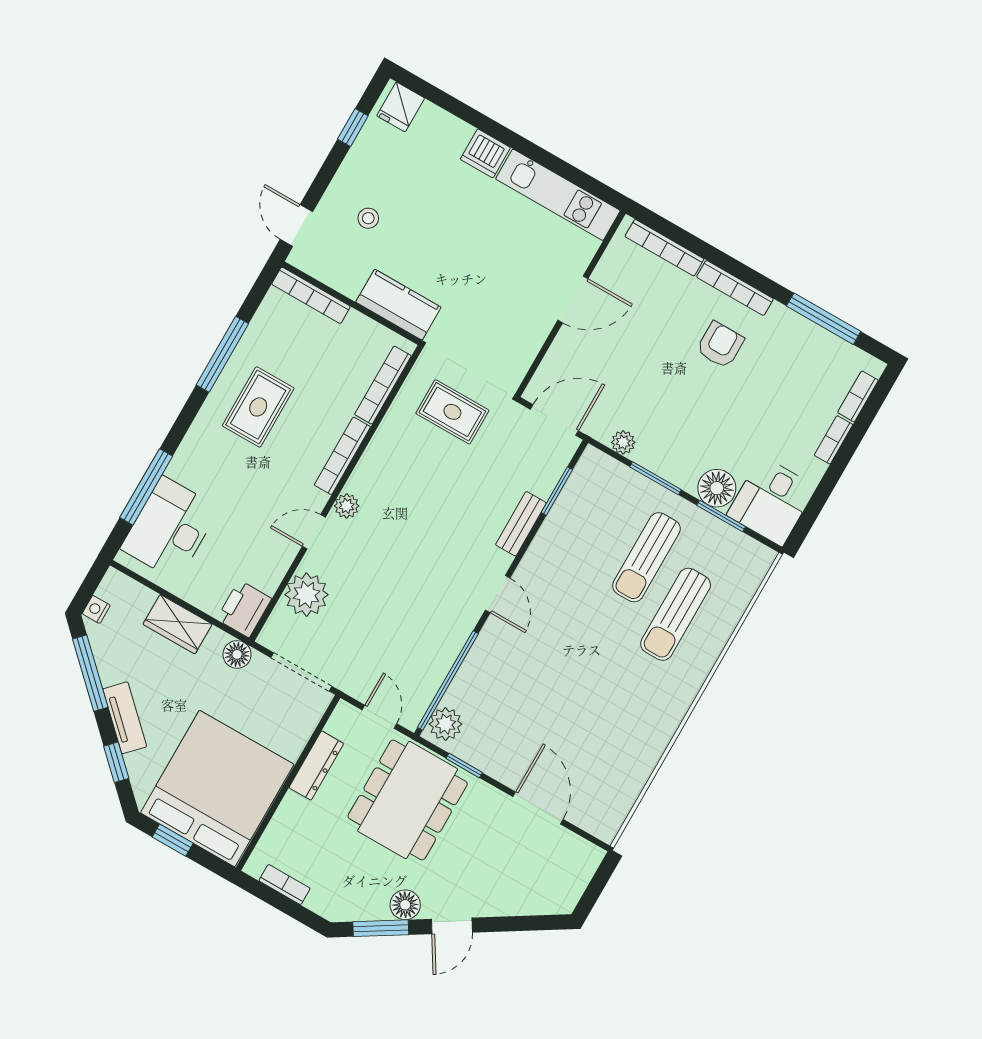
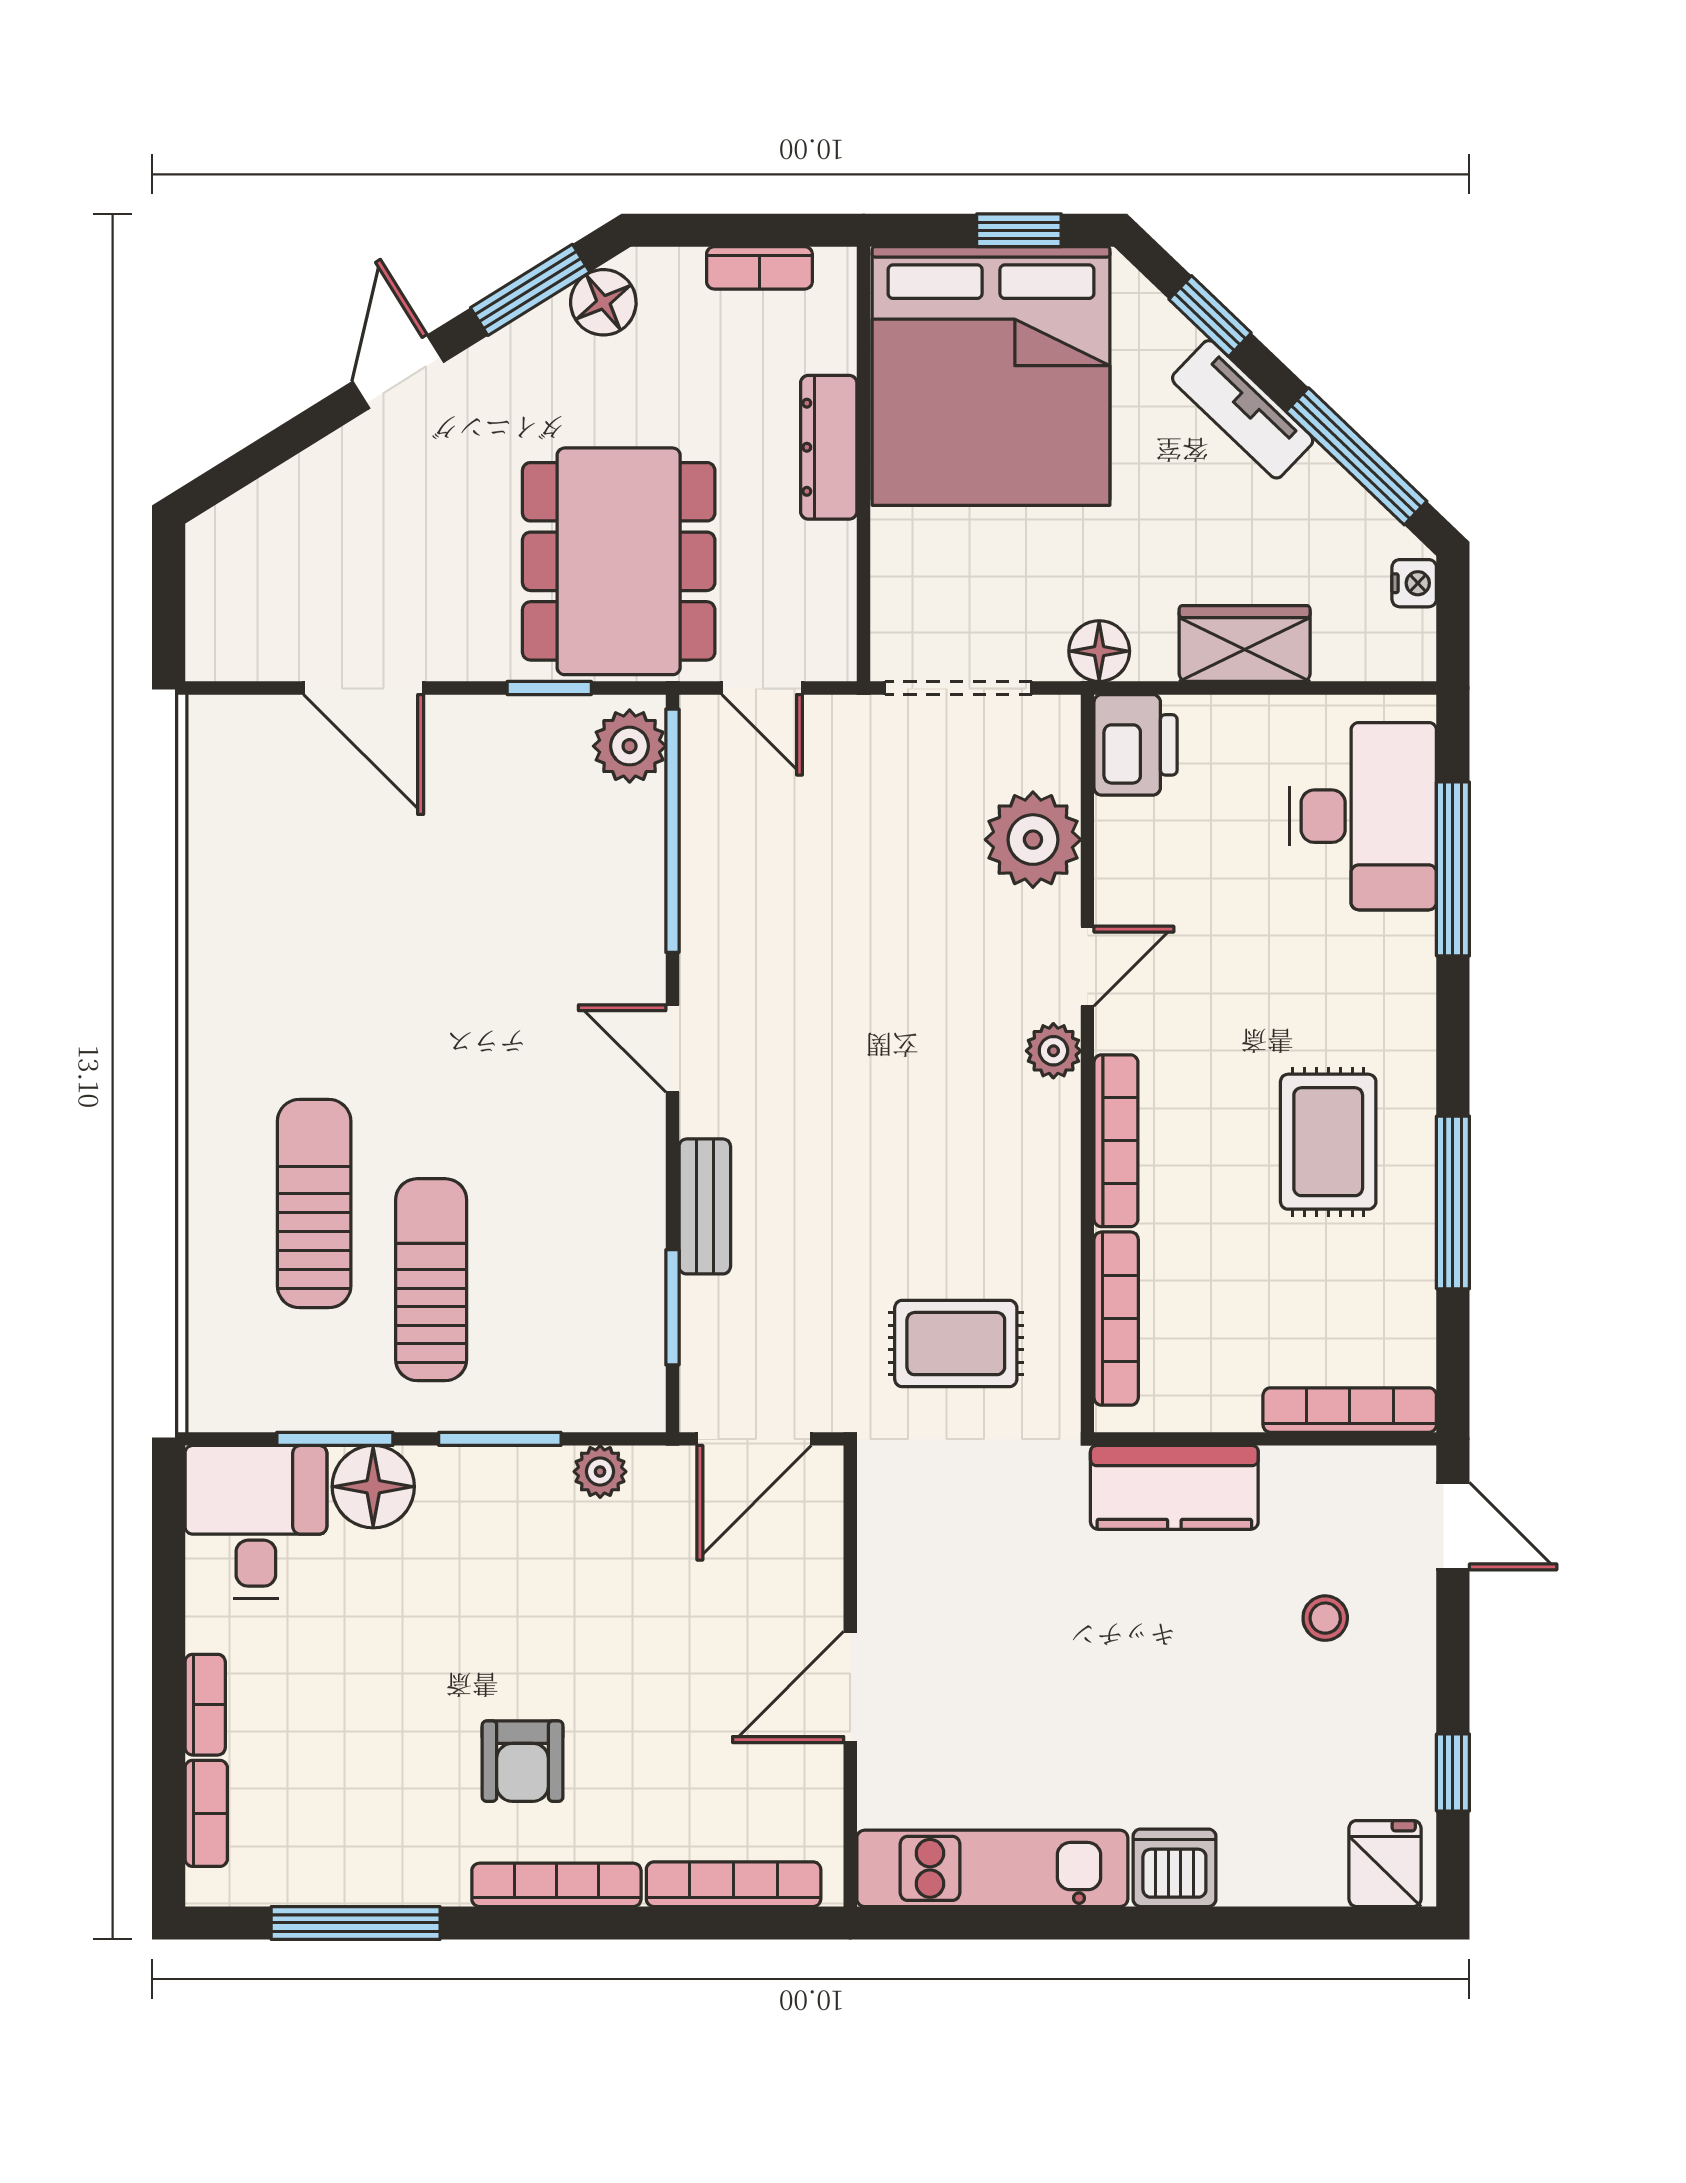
dresser: (316, 766) -> (829, 447), moved
floor lamp: (405, 905) -> (603, 302), moved

